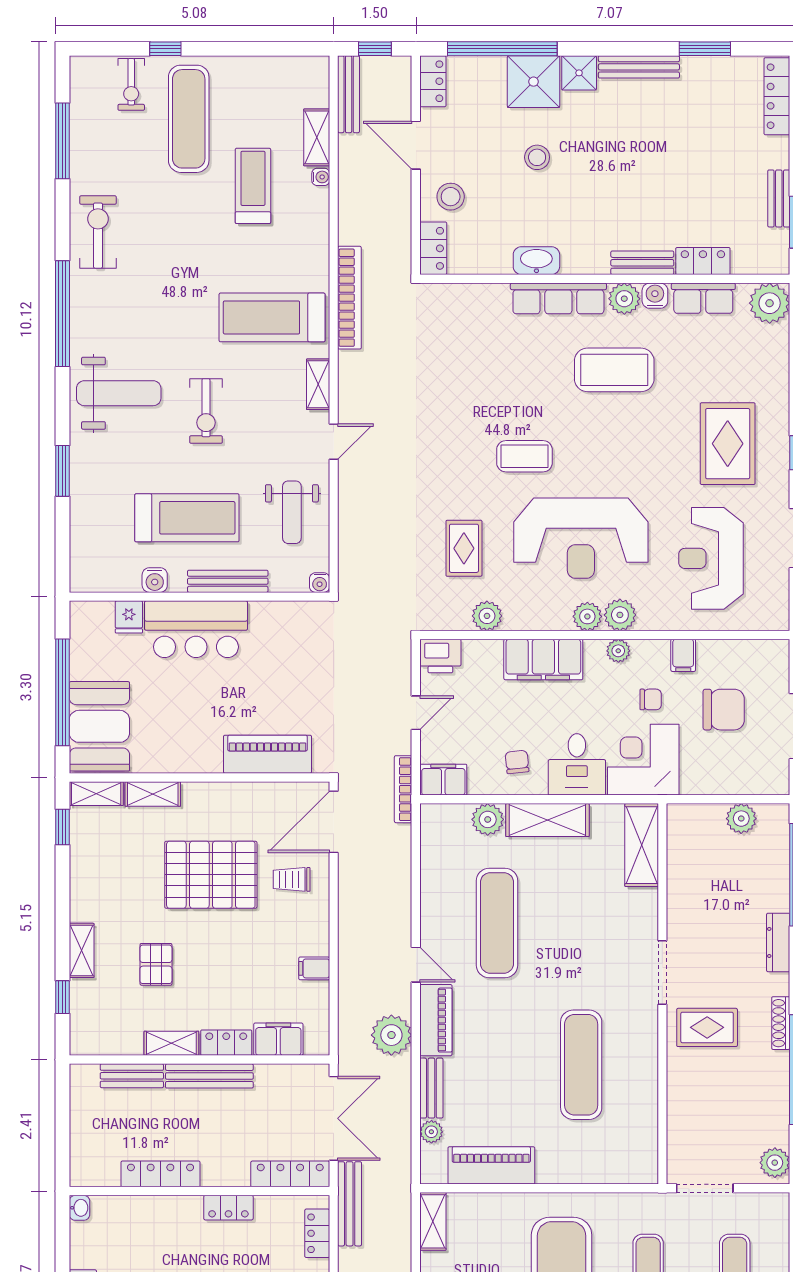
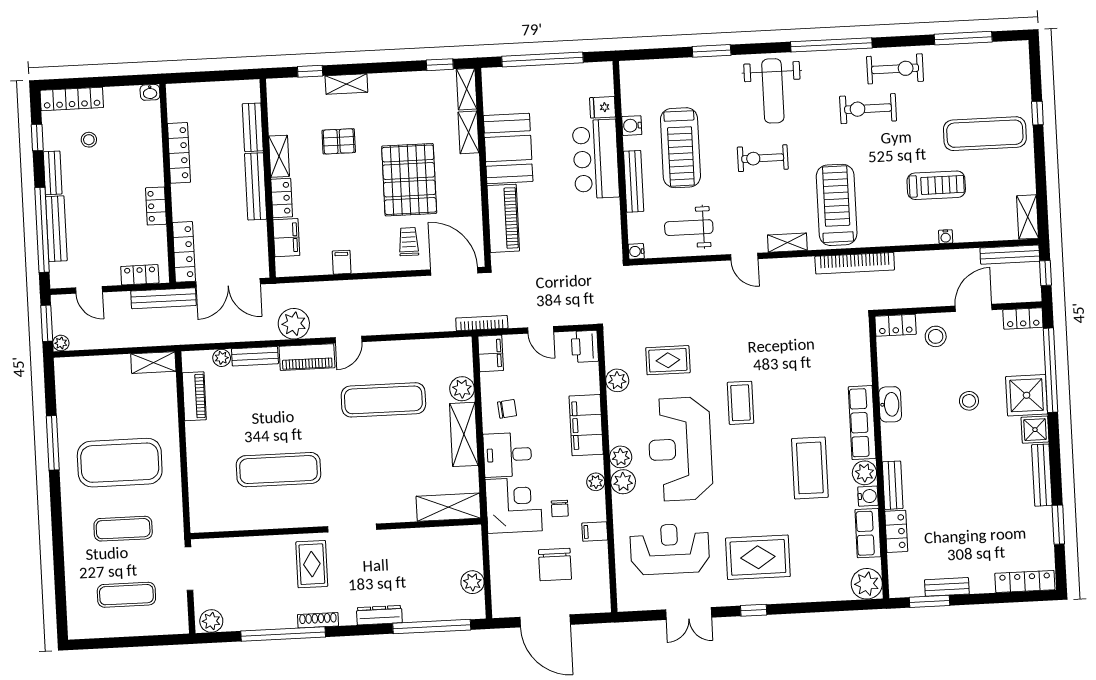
exercise bike: (131, 84) -> (868, 109), moved, width x1.38, depth x1.39
shelving: (317, 137) -> (1028, 217), moved, turned 90
booth: (99, 726) -> (508, 148), moved, turned 90
piano: (491, 1165) -> (194, 396), width x0.73, depth x0.75

